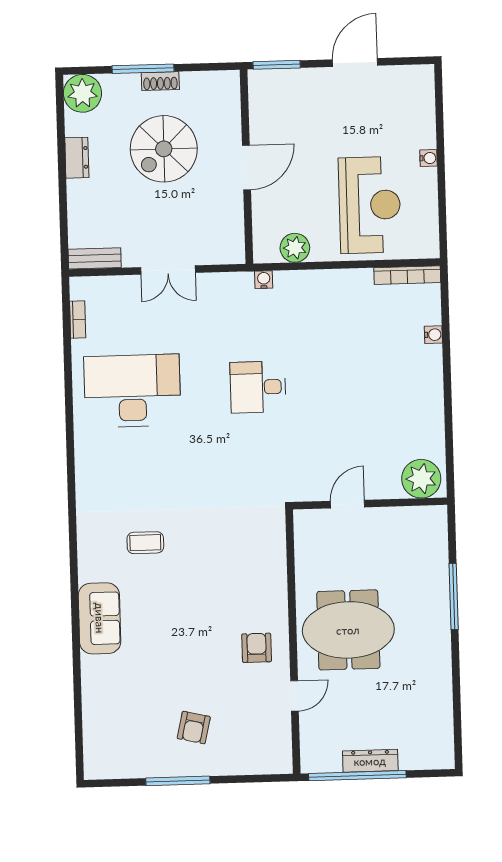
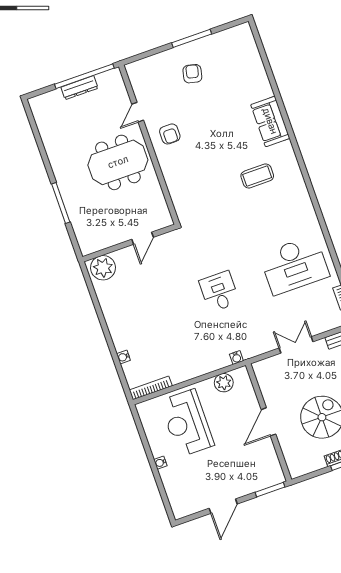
desk: (258, 387) -> (219, 292), turned -90
coffee table: (145, 543) -> (257, 176), width x1.36, depth x1.30

